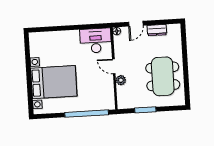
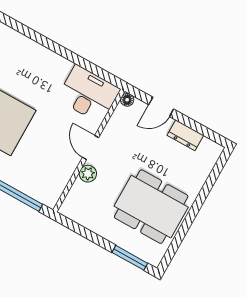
dining table: (163, 76) -> (151, 207), turned 90
window: (145, 110) -> (130, 258), moved

